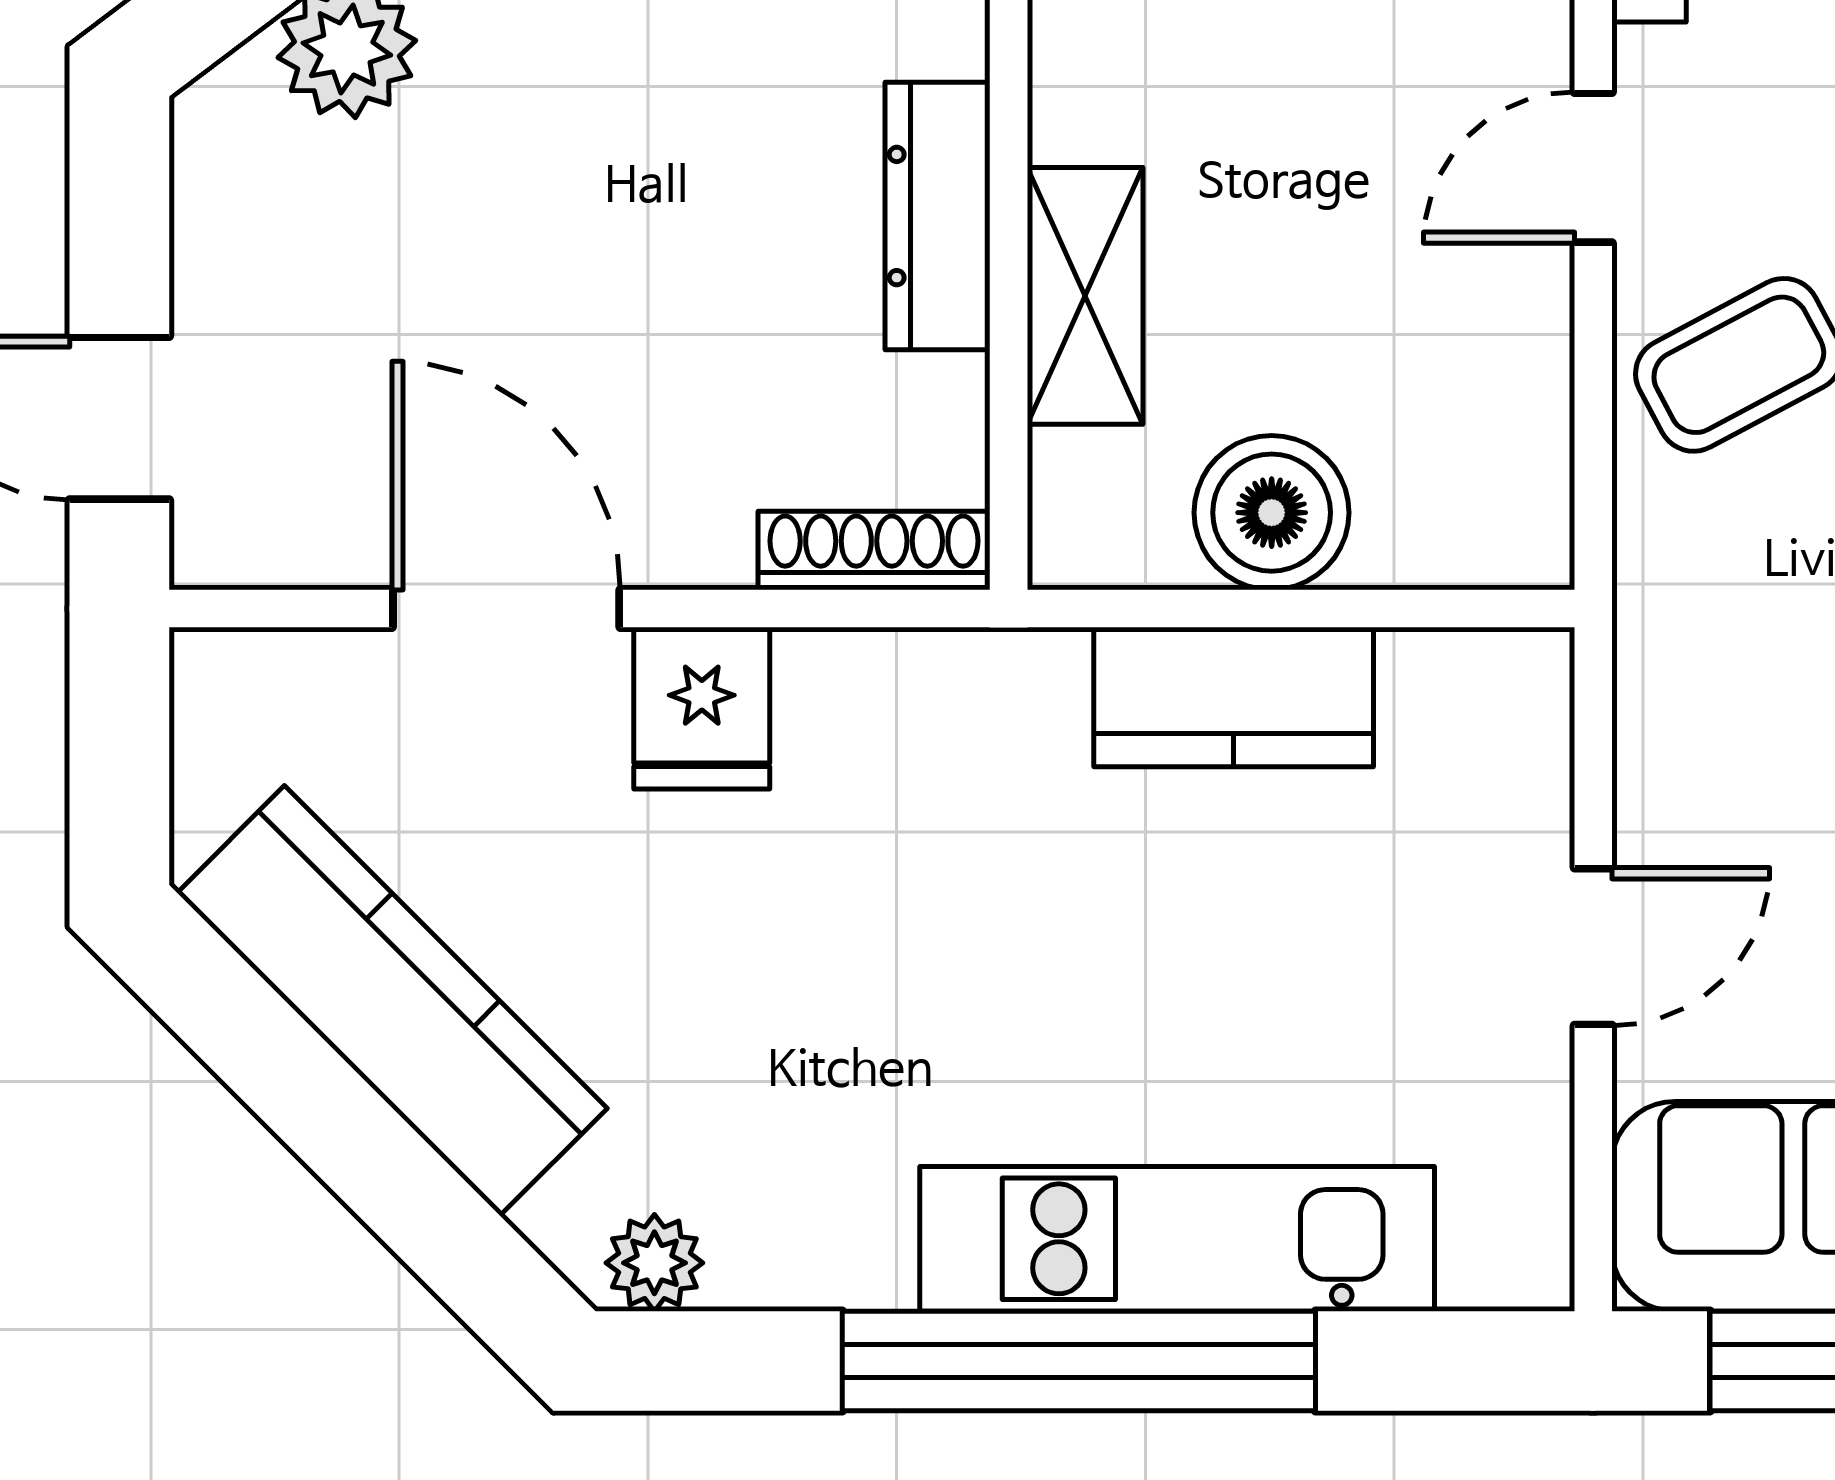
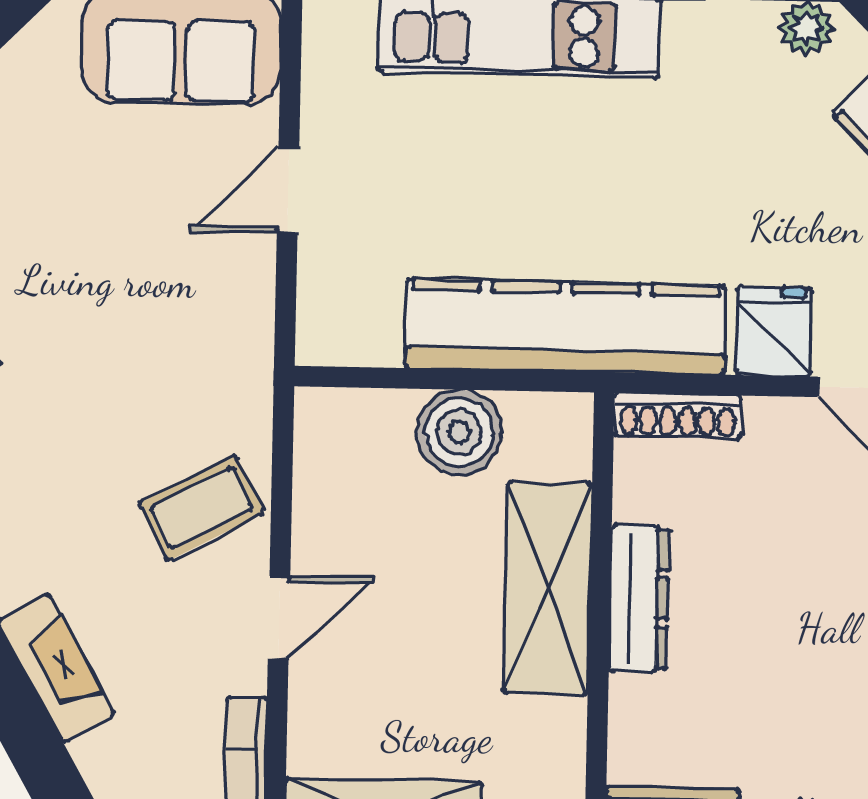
shelving: (1085, 296) -> (548, 588), width x1.50, depth x1.33
kitchen counter: (1234, 697) -> (565, 327), width x2.08, depth x1.17

